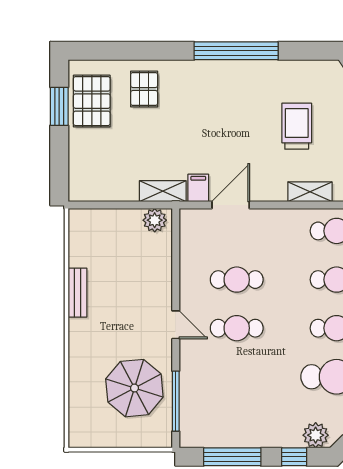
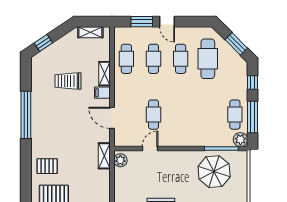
filing cabinet: (198, 188) -> (102, 93), moved
door: (176, 325) -> (150, 149), moved
cafe table: (237, 328) -> (235, 115), moved
plant: (316, 435) -> (240, 140), moved

